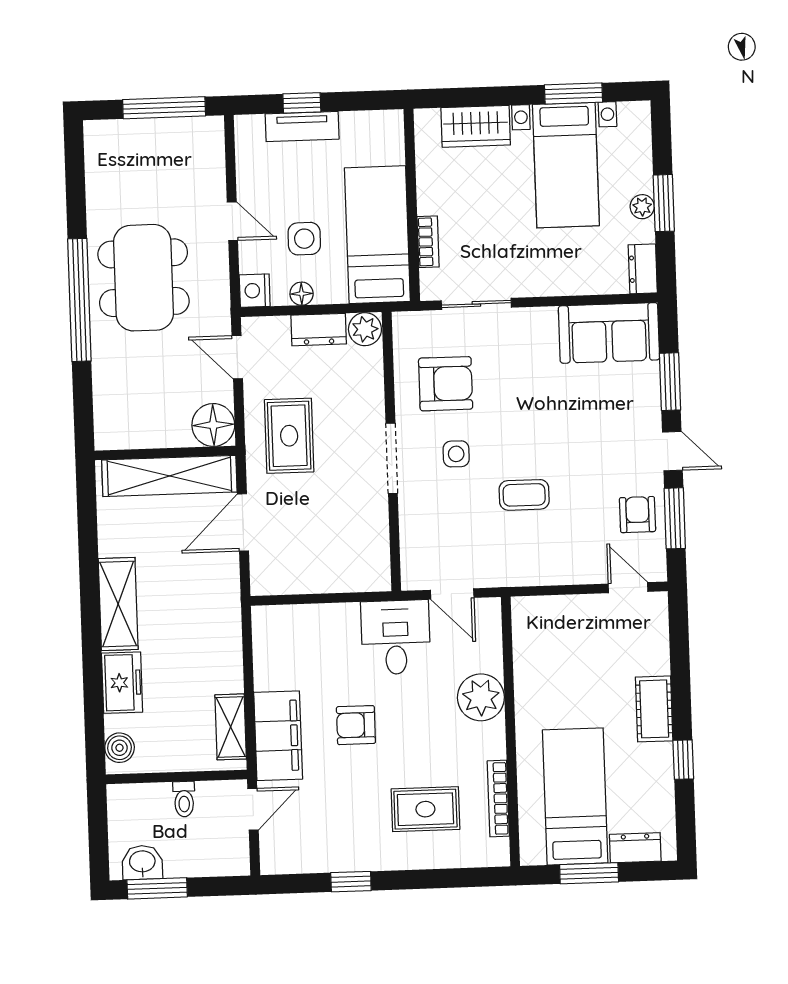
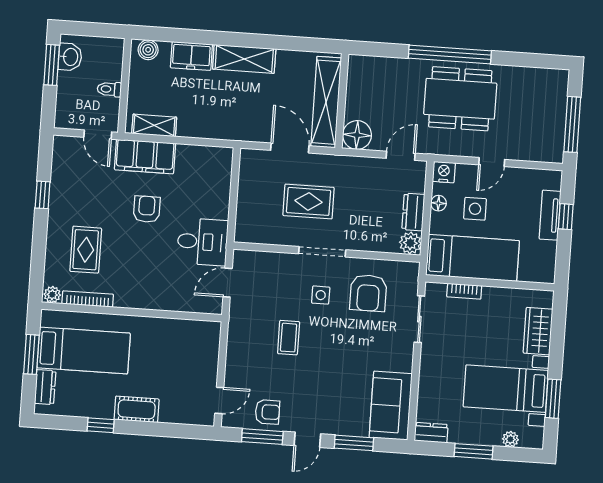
plant: (642, 207) -> (510, 439), moved
rug: (289, 436) -> (309, 201), moved
plant: (481, 697) -> (52, 295), moved, width x0.53, depth x0.53

